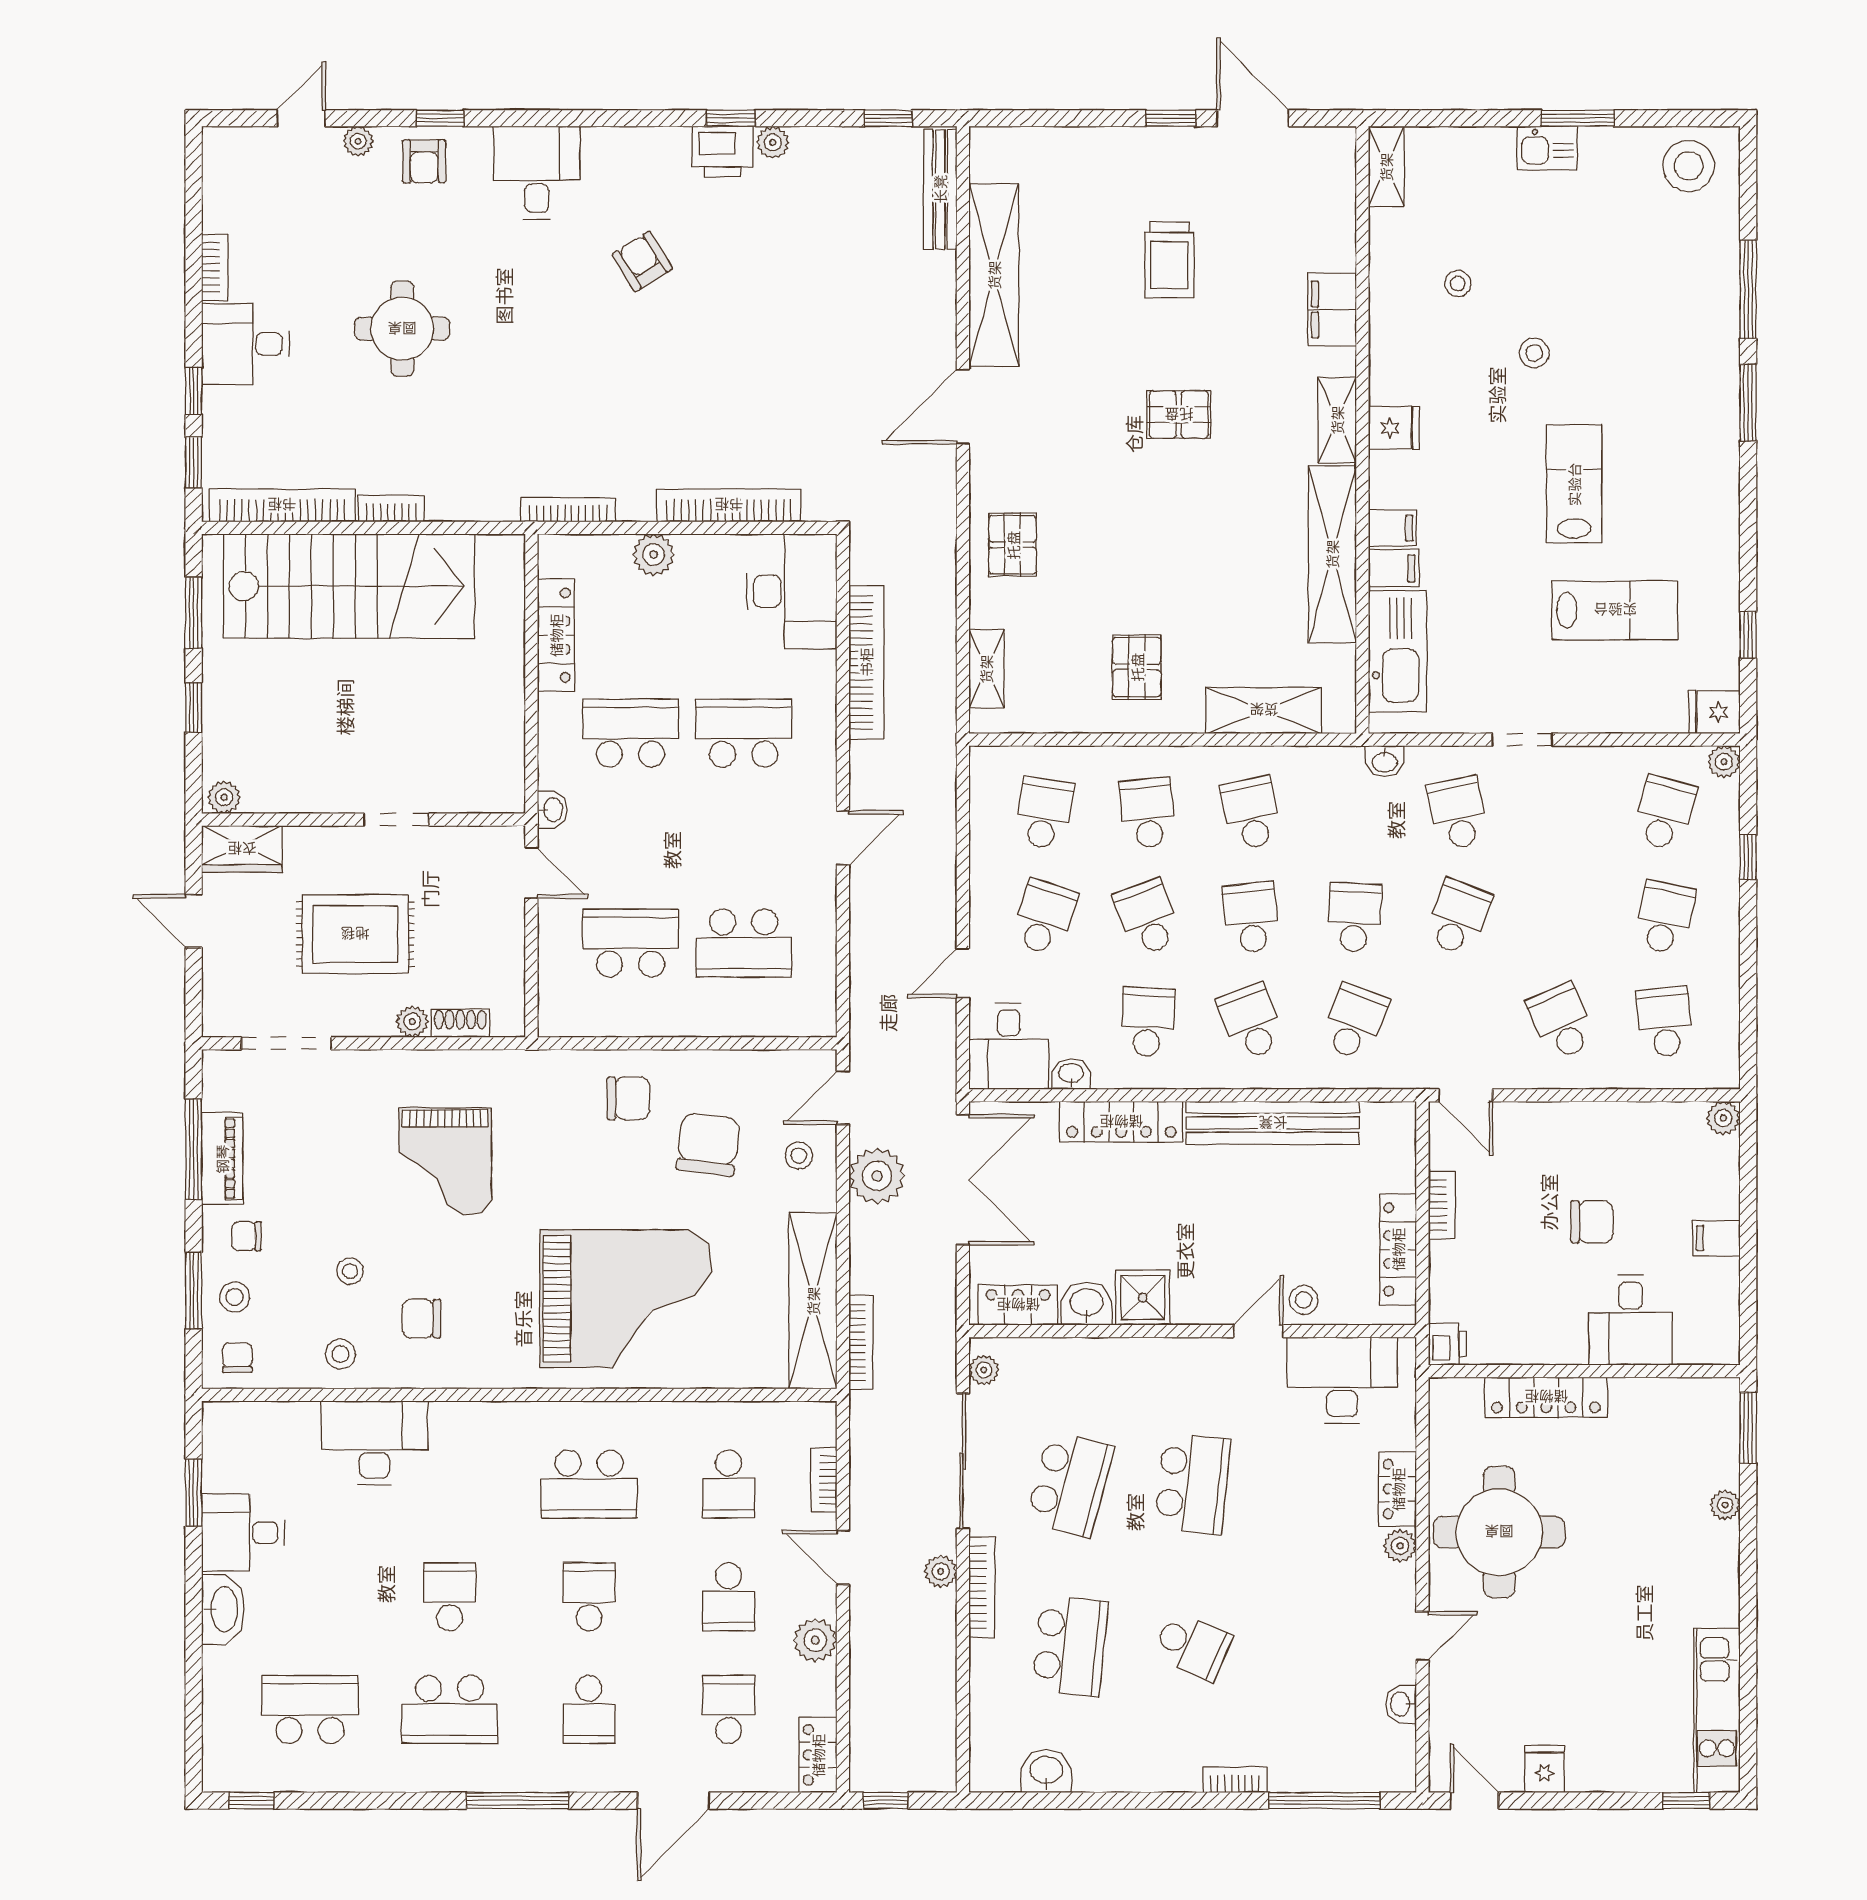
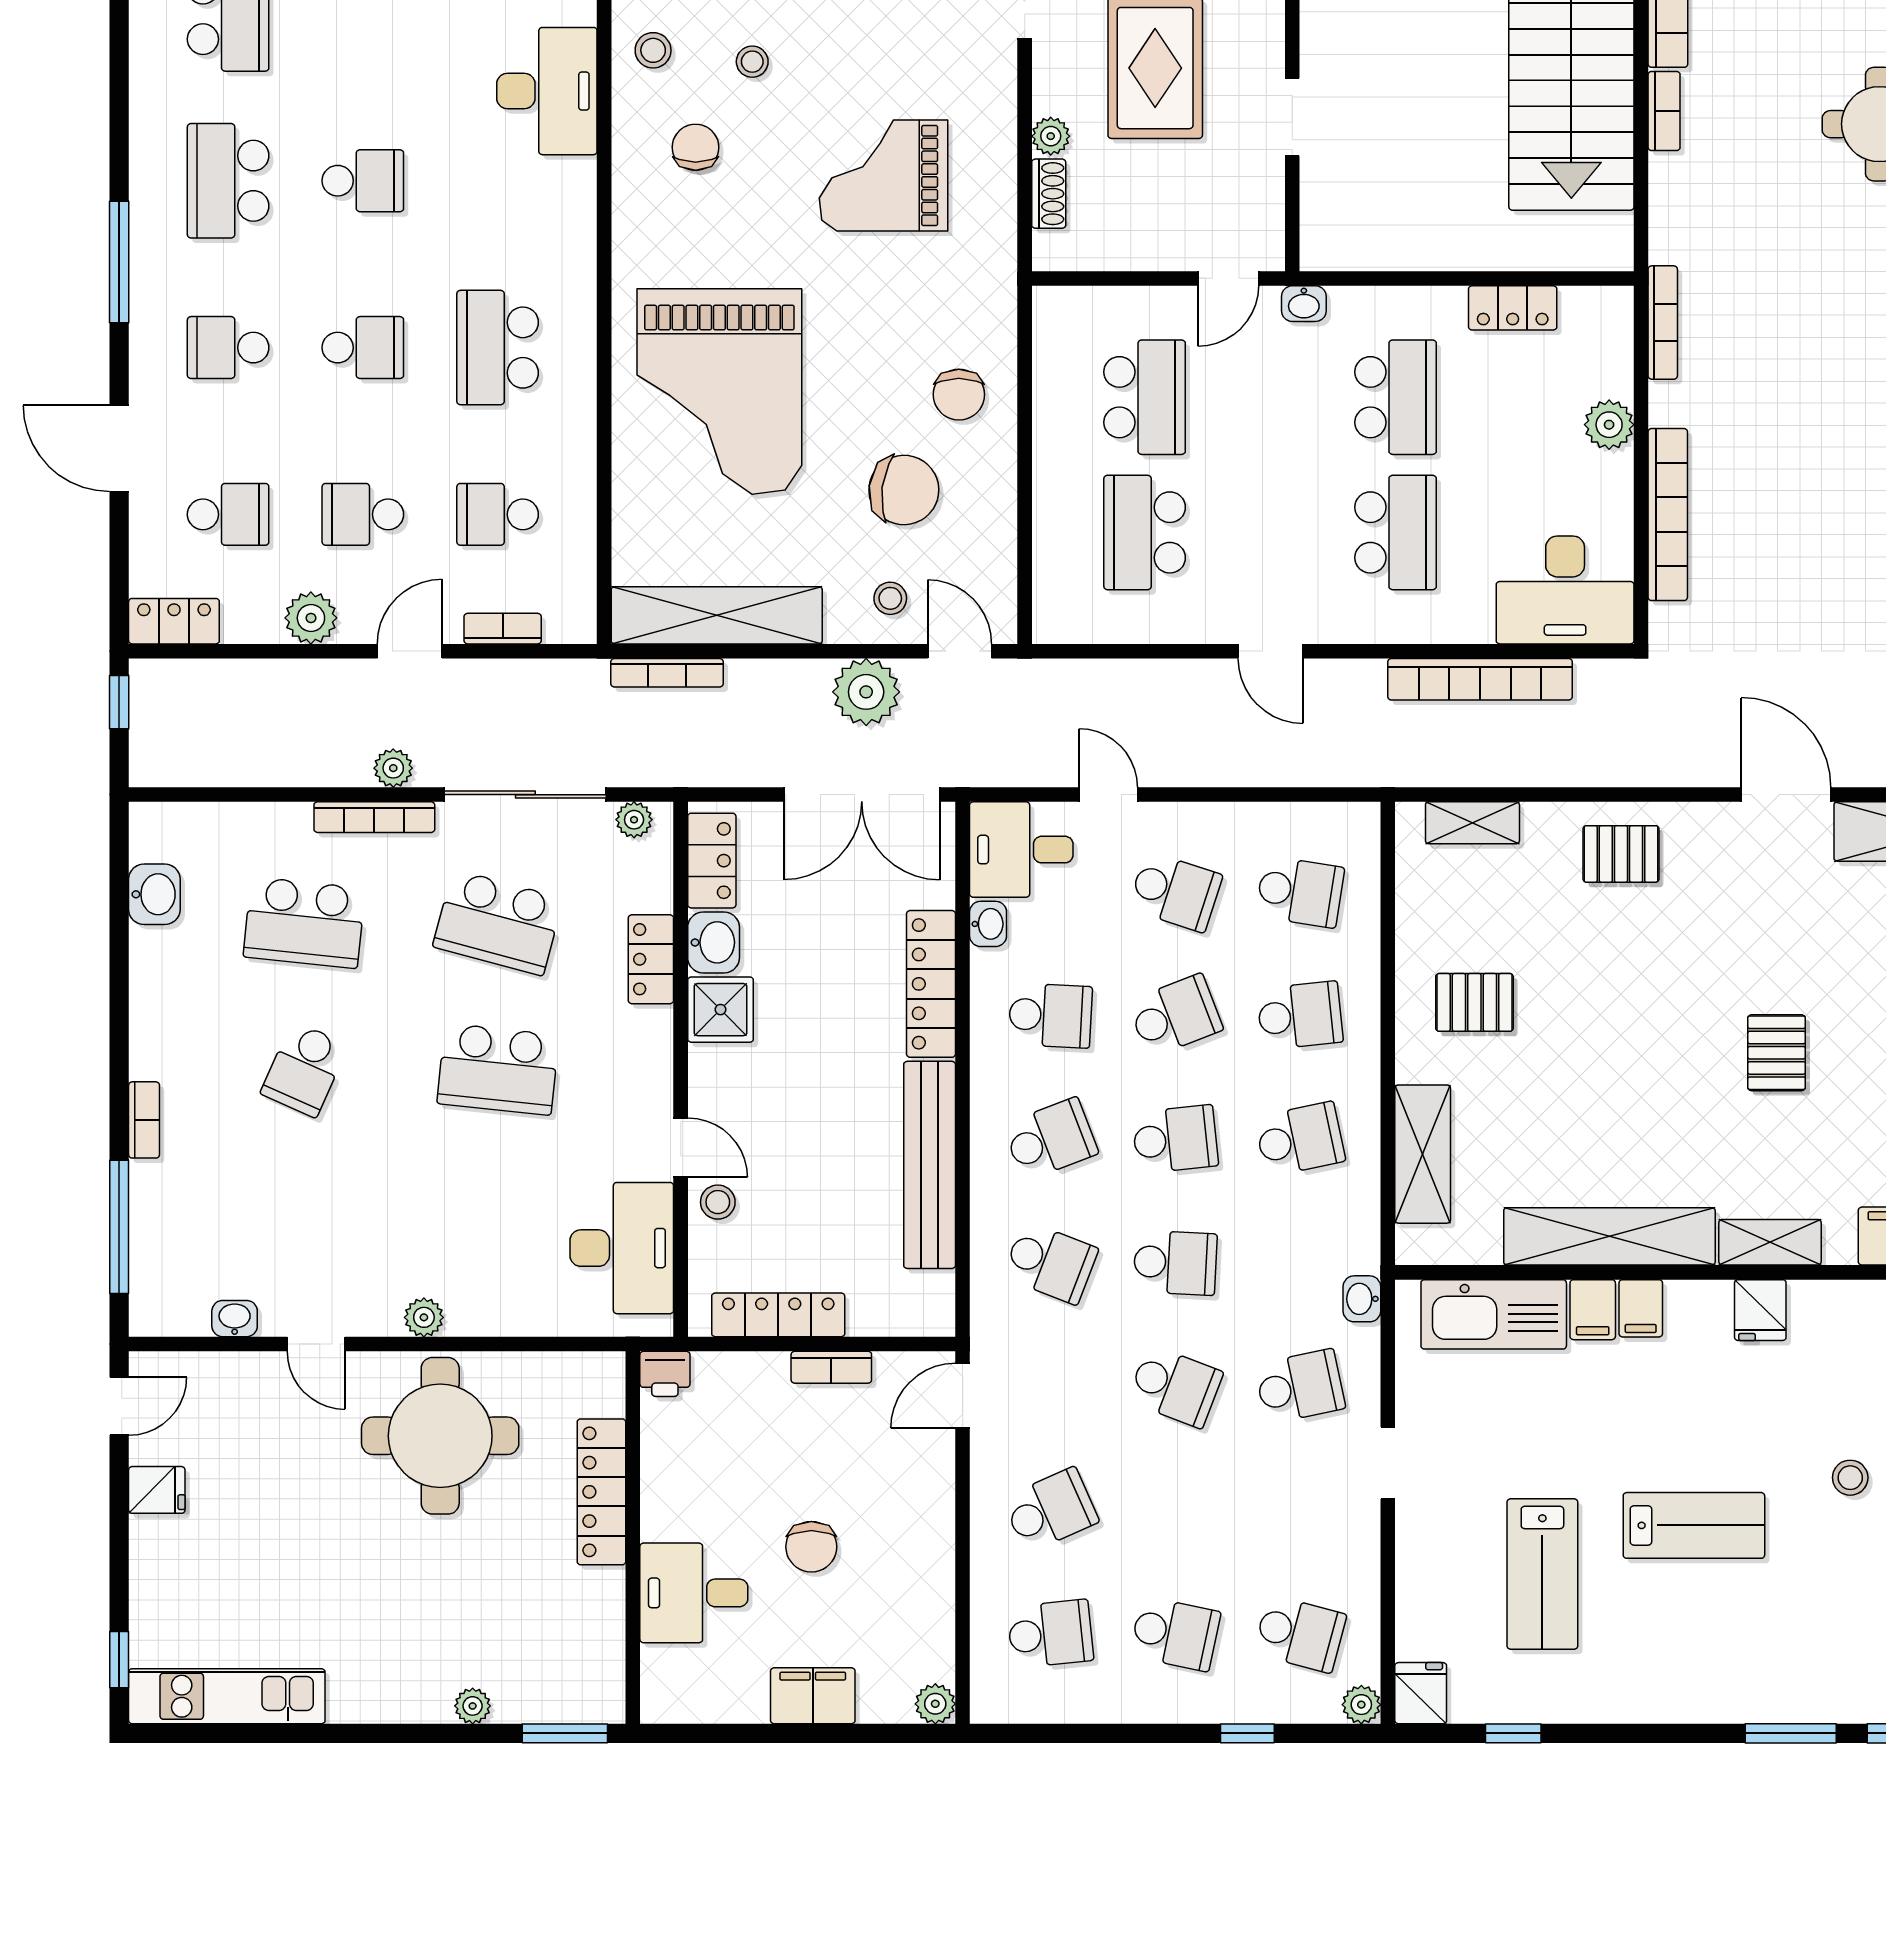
locker: (556, 635) -> (1513, 308), width x0.66
filing cabinet: (1717, 1238) -> (813, 1696), width x2.00
locker: (1398, 1489) -> (651, 959), moved, turned -90

